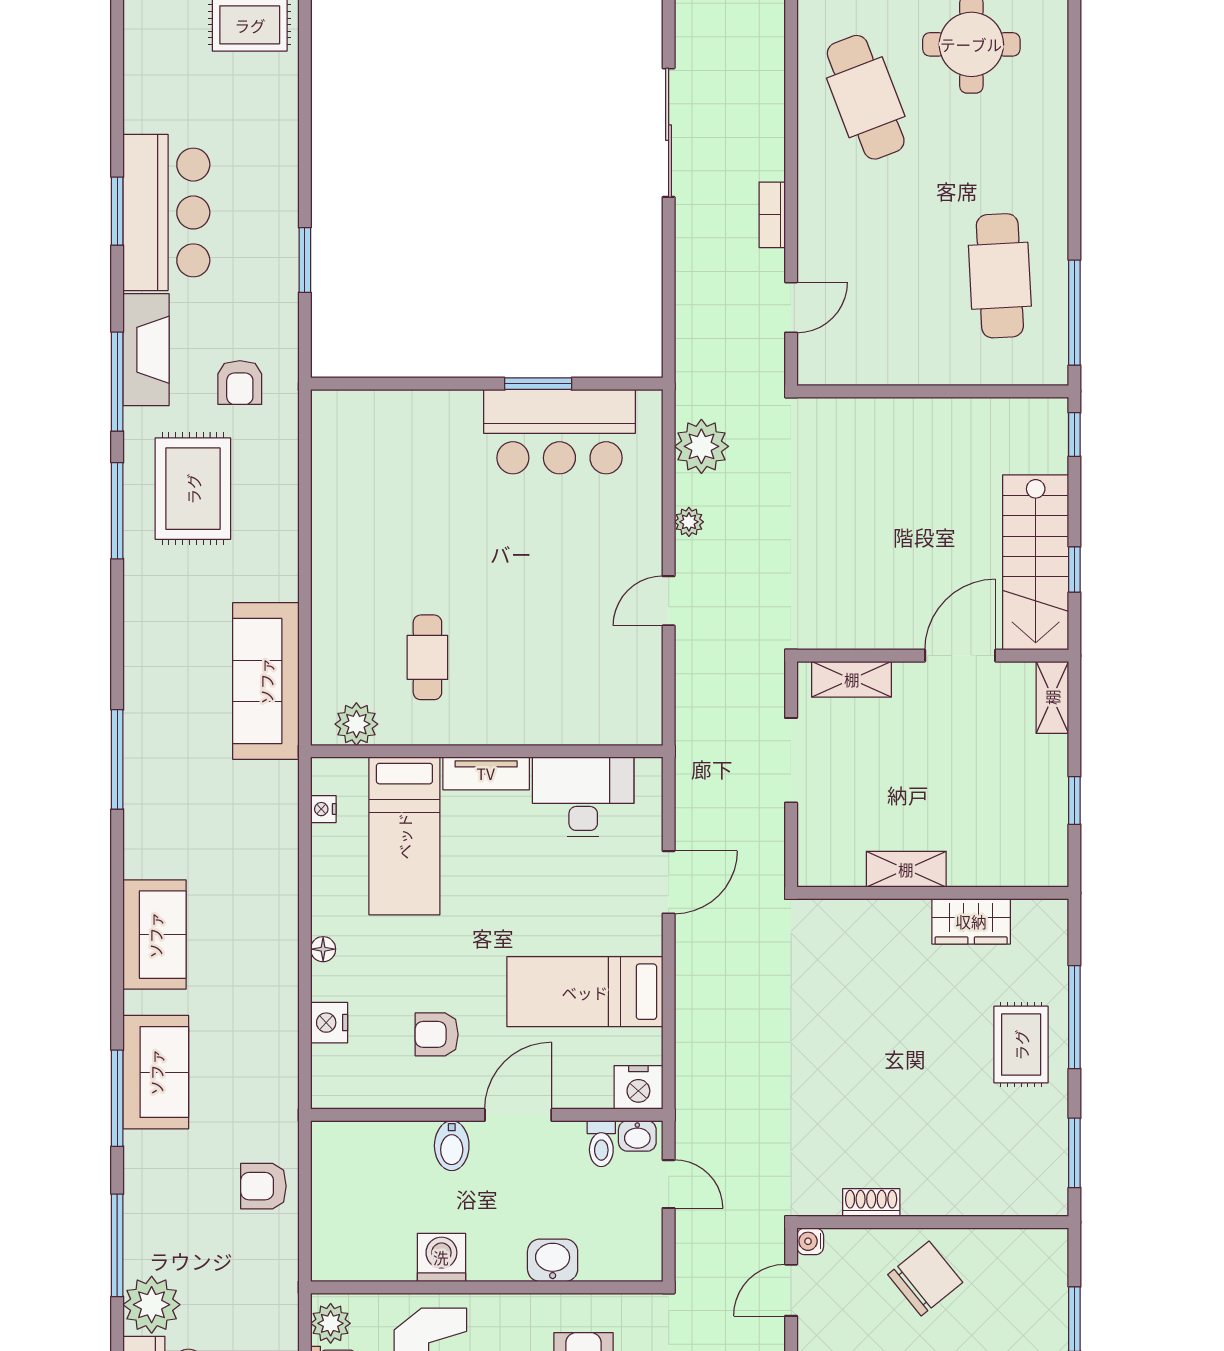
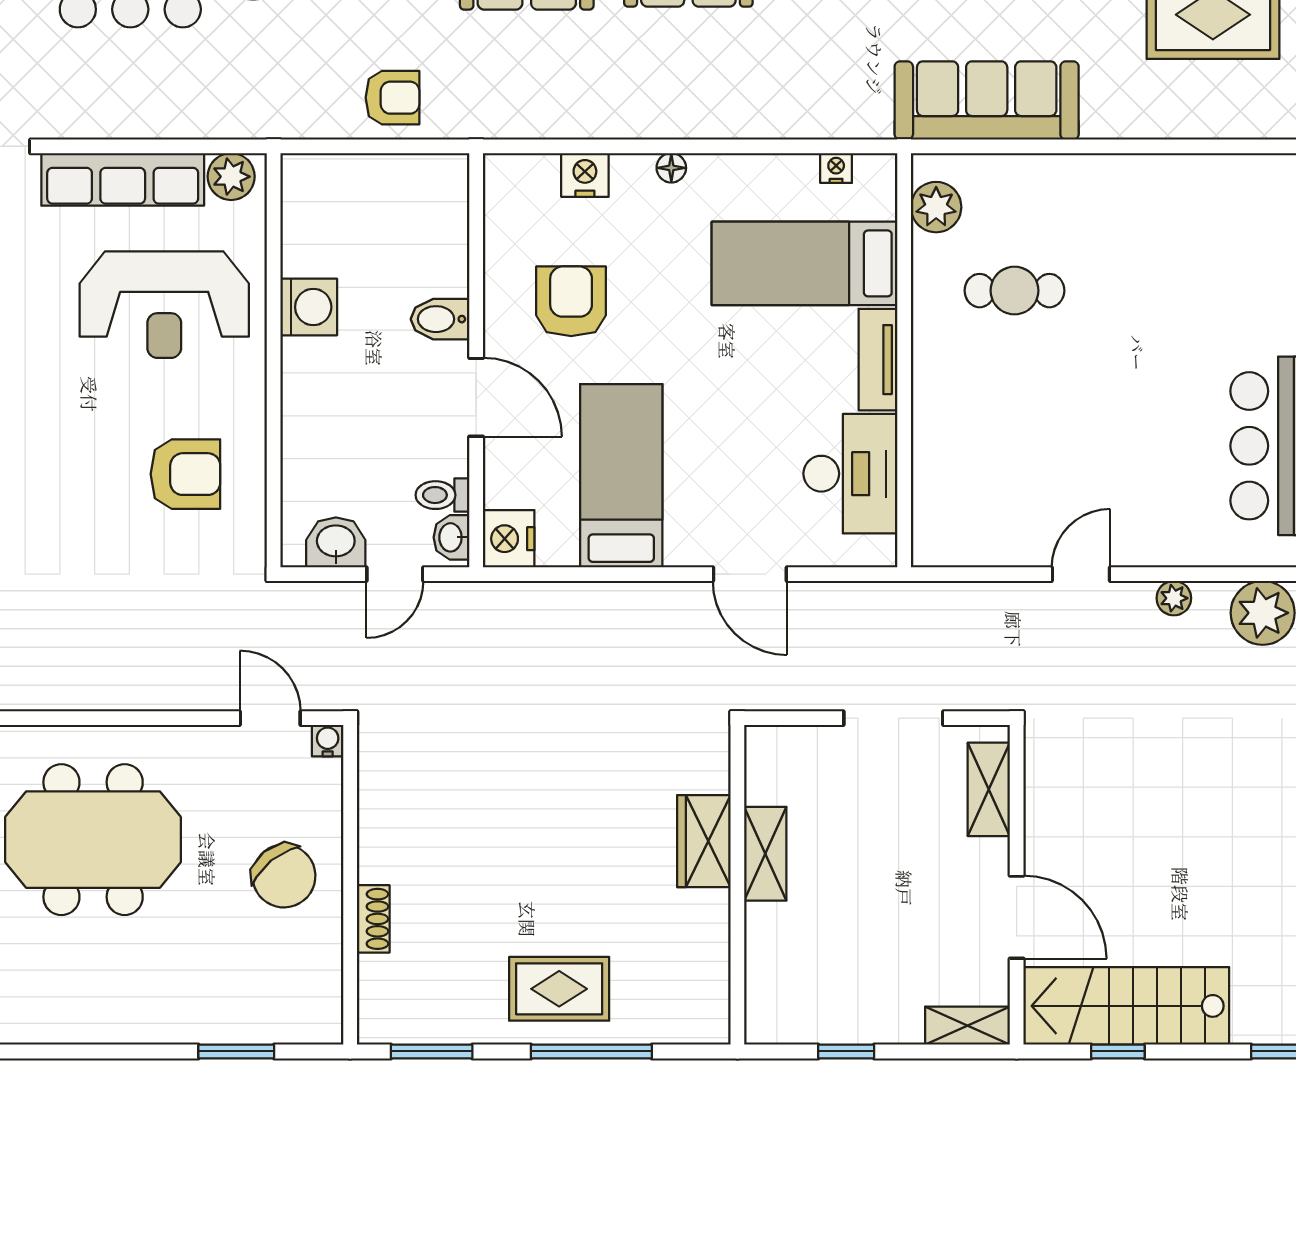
door: (669, 601) -> (1081, 574), hinge flipped
wardrobe: (971, 921) -> (704, 841), moved
armchair: (437, 1034) -> (571, 301), width x1.38, depth x1.38
armchair: (263, 1186) -> (393, 98), turned 90
shoe rack: (871, 1203) -> (373, 919), moved
washbasin: (553, 1260) -> (336, 542), moved, turned -90

